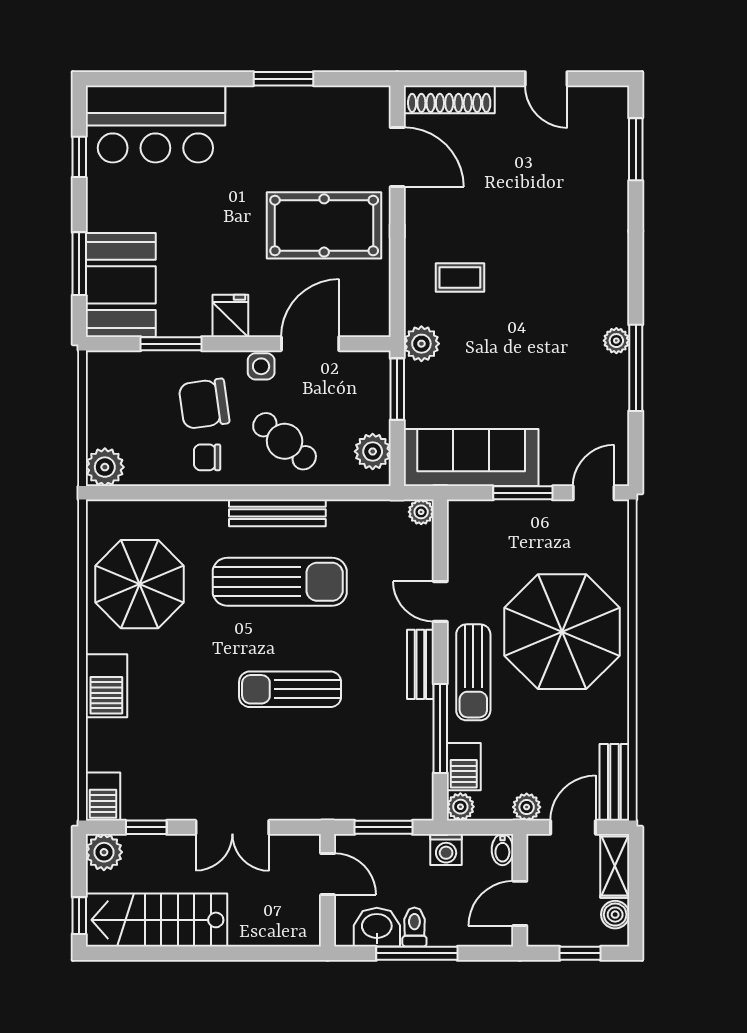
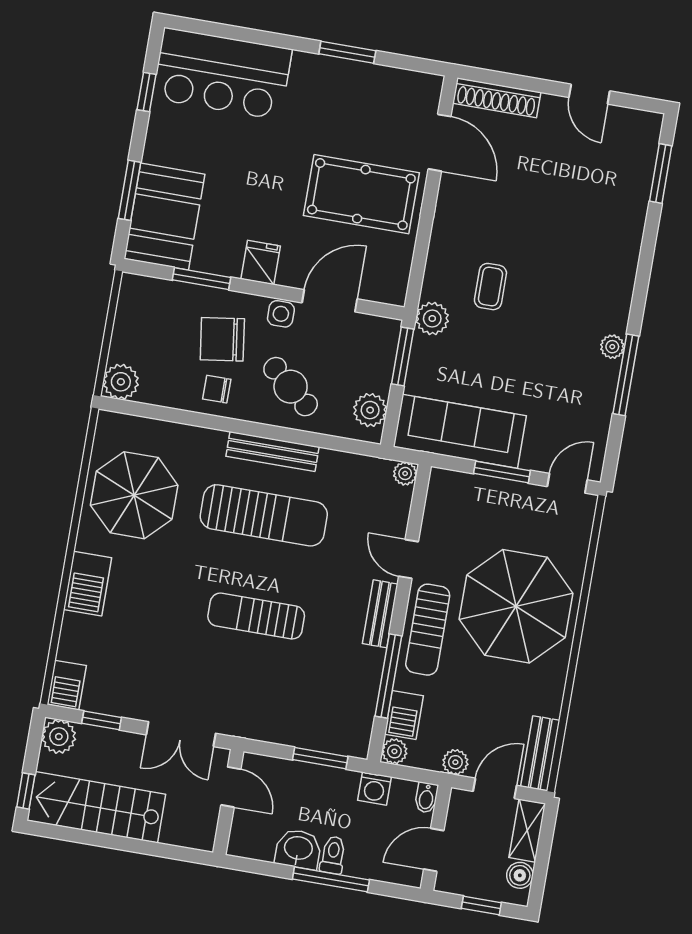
coffee table: (460, 278) -> (490, 287), moved, turned 90
door: (328, 874) -> (231, 787), moved
wall: (328, 890) -> (228, 802), moved

